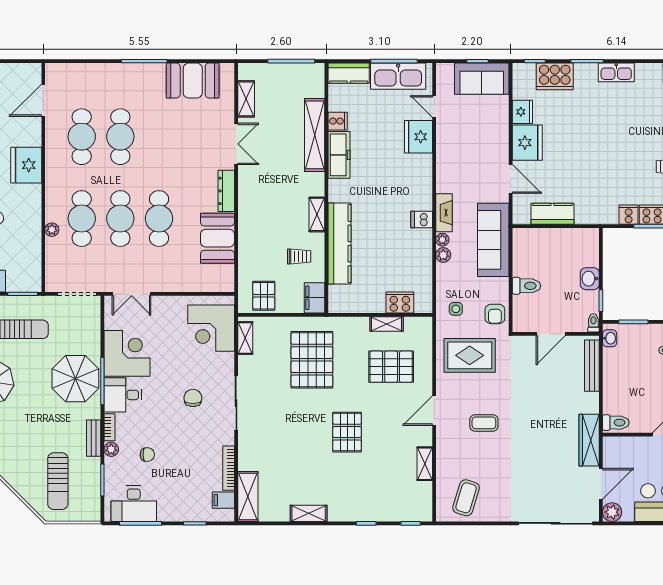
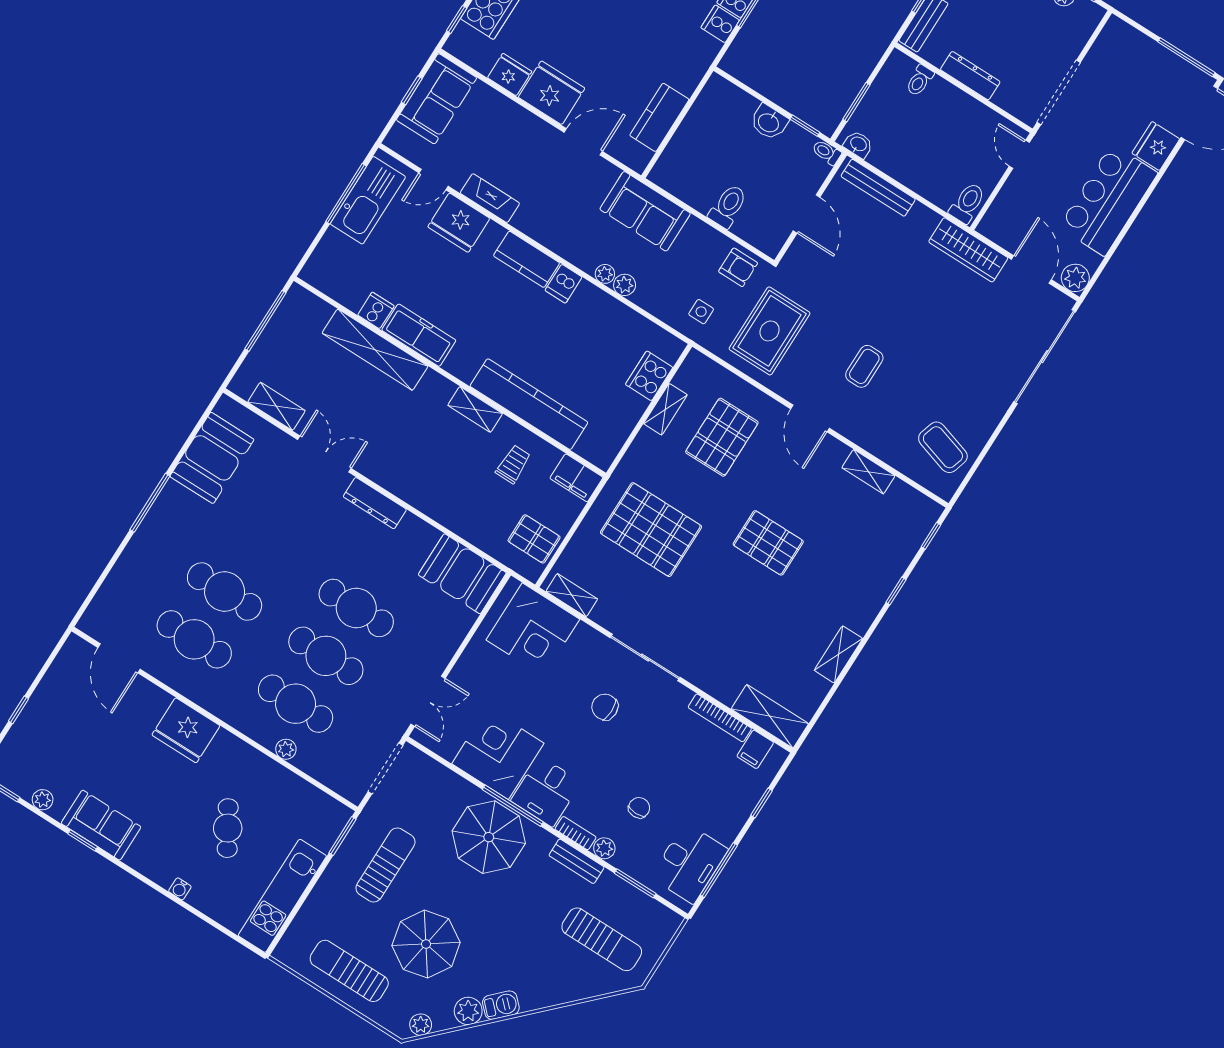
kitchen counter: (349, 73) -> (526, 259), moved, turned 90
fireplace: (444, 213) -> (490, 198), moved
booth: (217, 238) -> (462, 574), moved
sofa: (493, 240) -> (645, 211), width x0.73

